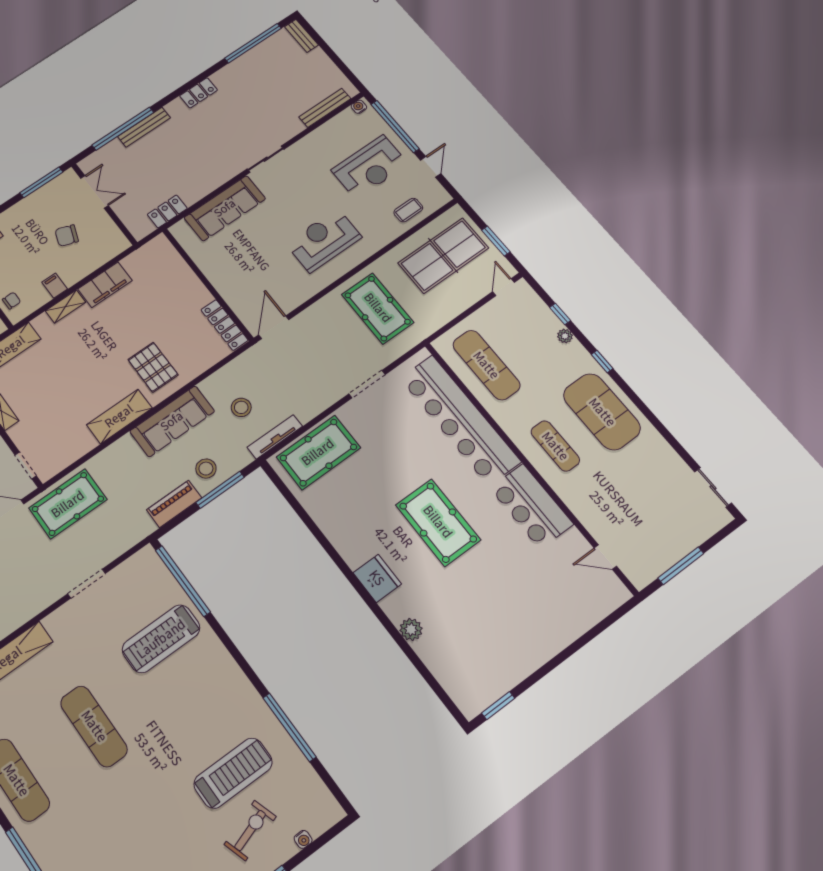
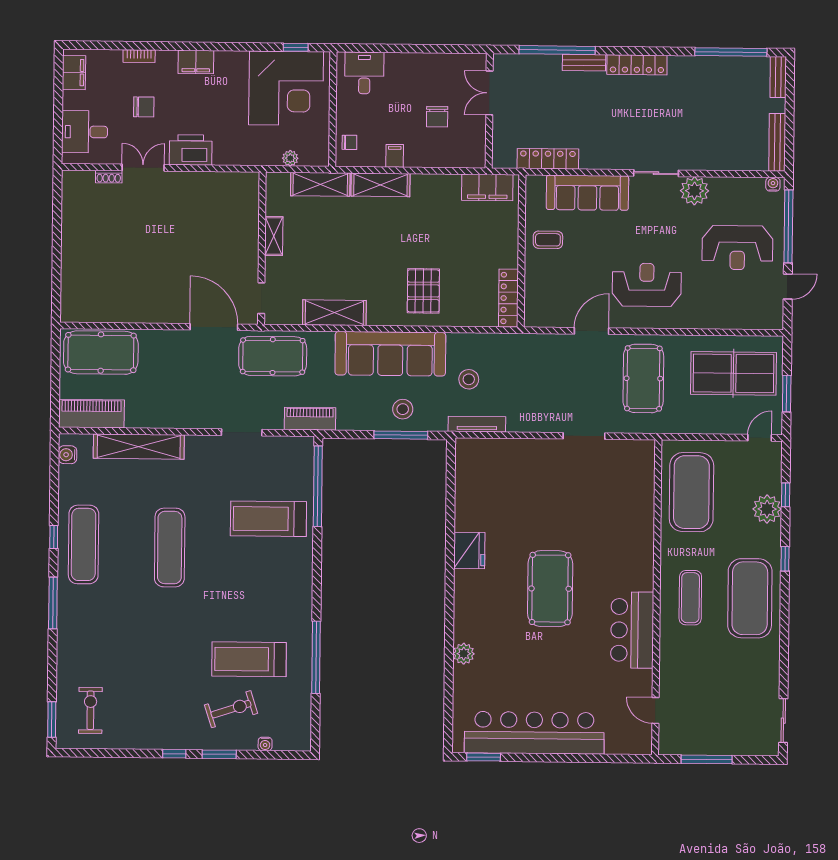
locker: (199, 93) -> (637, 65), width x1.53
bench: (325, 108) -> (777, 142), moved, turned 90
bench: (144, 127) -> (584, 63), width x0.73
plant: (305, 151) -> (695, 191), added
window: (41, 182) -> (451, 49), removed
double door: (94, 192) -> (489, 93), swing flipped
coffee table: (408, 210) -> (548, 240), moved
locker: (167, 211) -> (548, 159), width x1.53
chair: (67, 236) -> (437, 117), turned -110
filing cabinet: (105, 285) -> (487, 187), moved
shelving: (66, 307) -> (381, 185), width x1.50, depth x1.33
door: (274, 327) -> (591, 331), moved
plant: (565, 336) -> (767, 509), width x1.88, depth x1.88
exercise mat: (486, 365) -> (691, 492), width x1.47
shelving: (119, 416) -> (334, 313), moved
bar counter: (460, 420) -> (534, 733), moved, turned 90
sofa: (172, 421) -> (390, 354), width x1.36, depth x1.27
pool table: (318, 452) -> (501, 463), removed
piano: (174, 504) -> (310, 419), moved
fridge: (377, 578) -> (469, 550), moved
treadmill: (233, 773) -> (249, 659), turned 180

